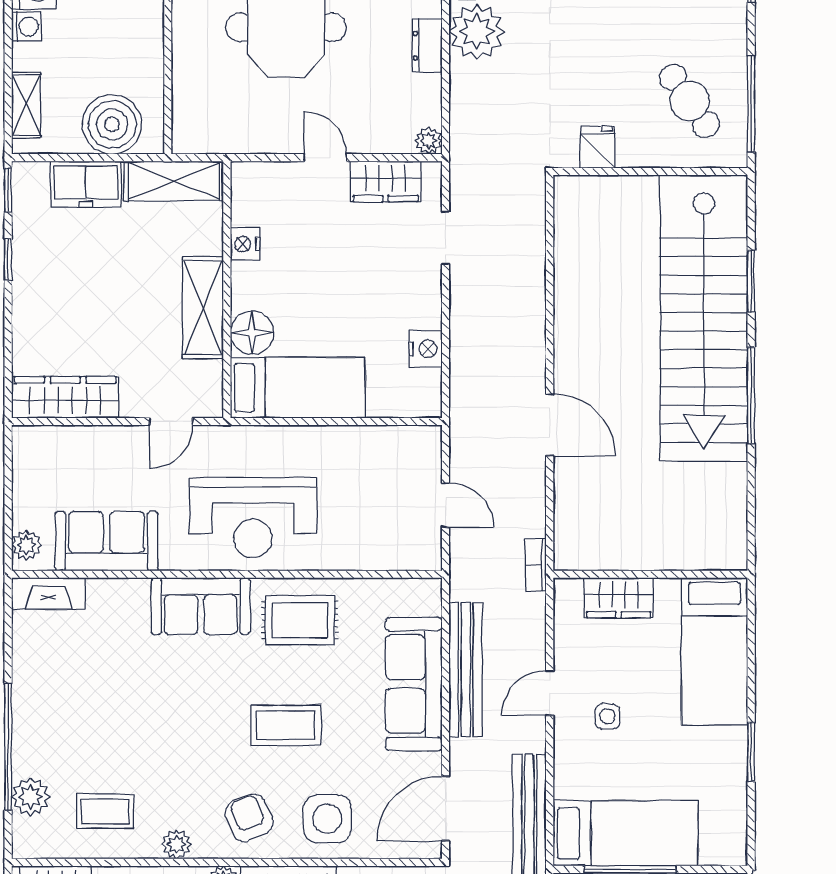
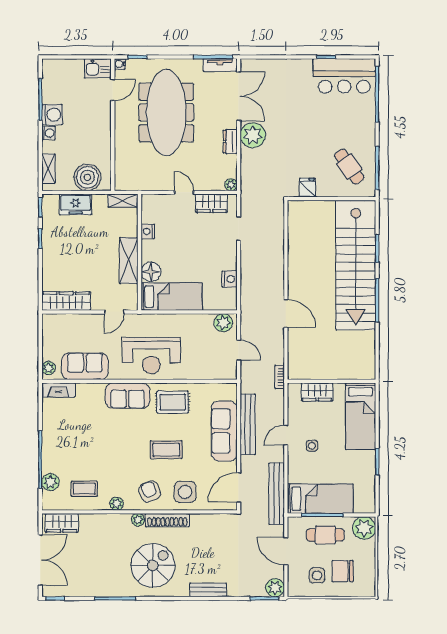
shelving: (174, 181) -> (123, 201), width x0.67, depth x0.75
plant: (412, 445) -> (223, 323), added

